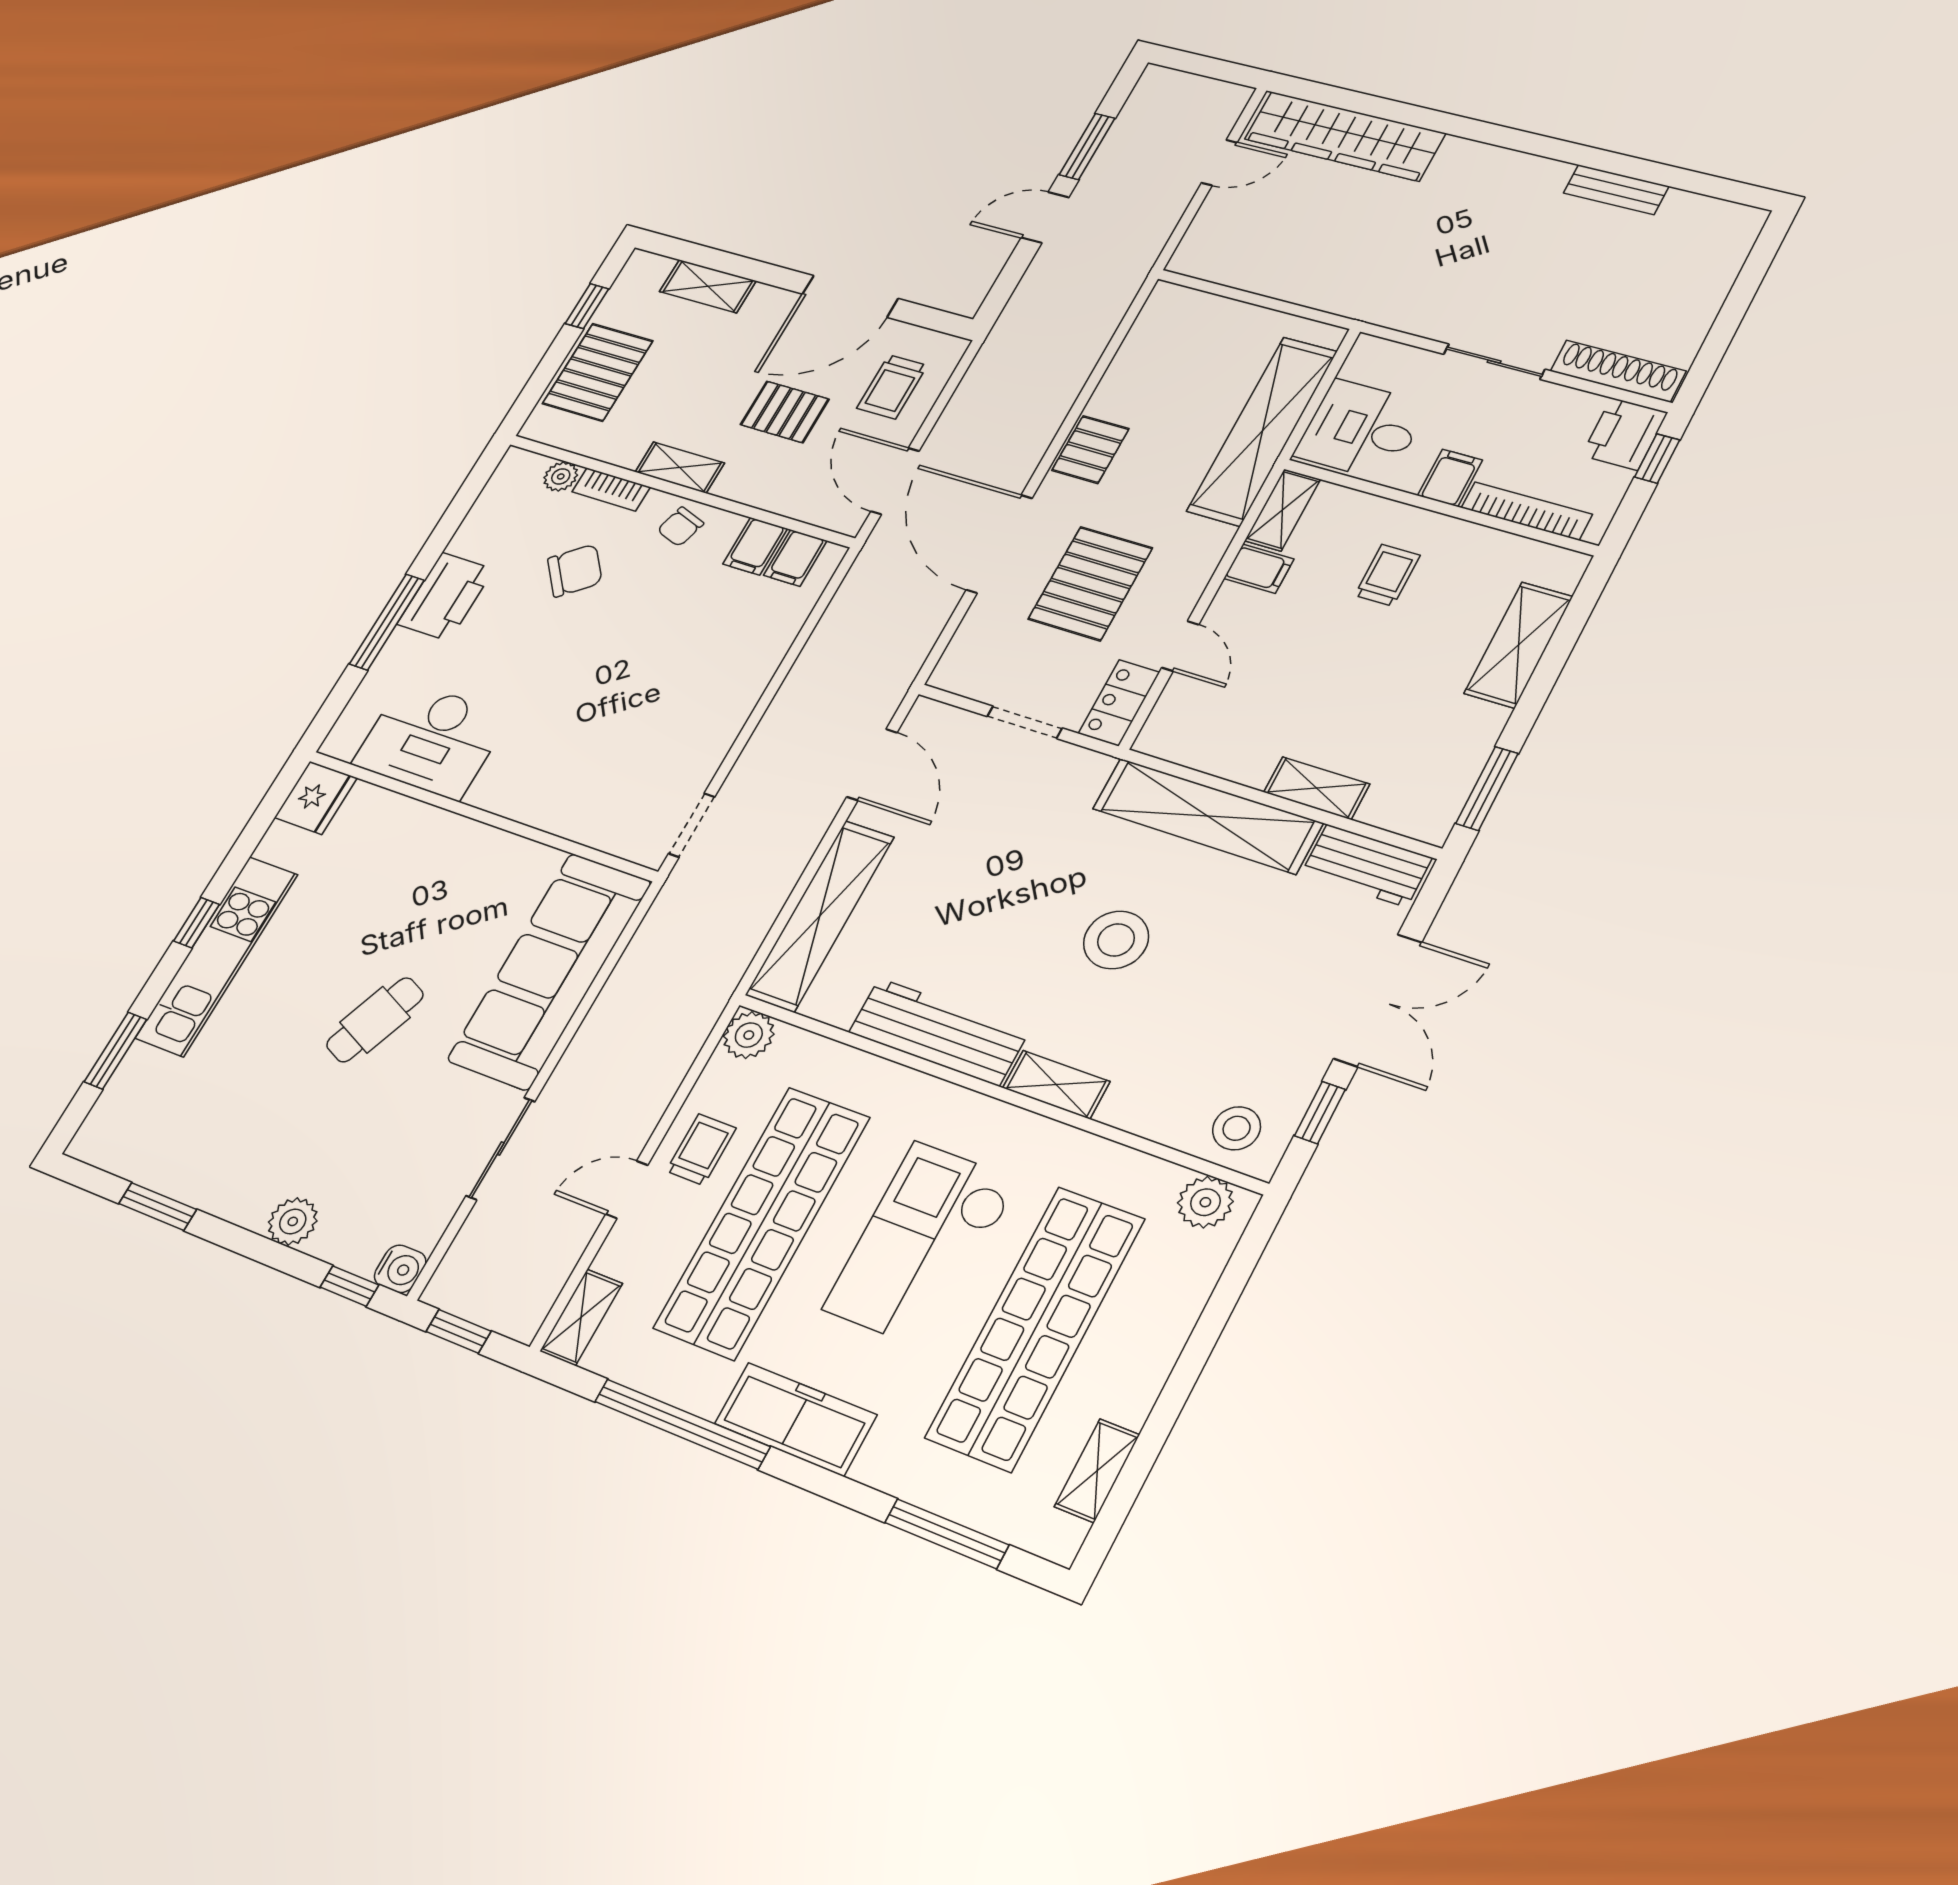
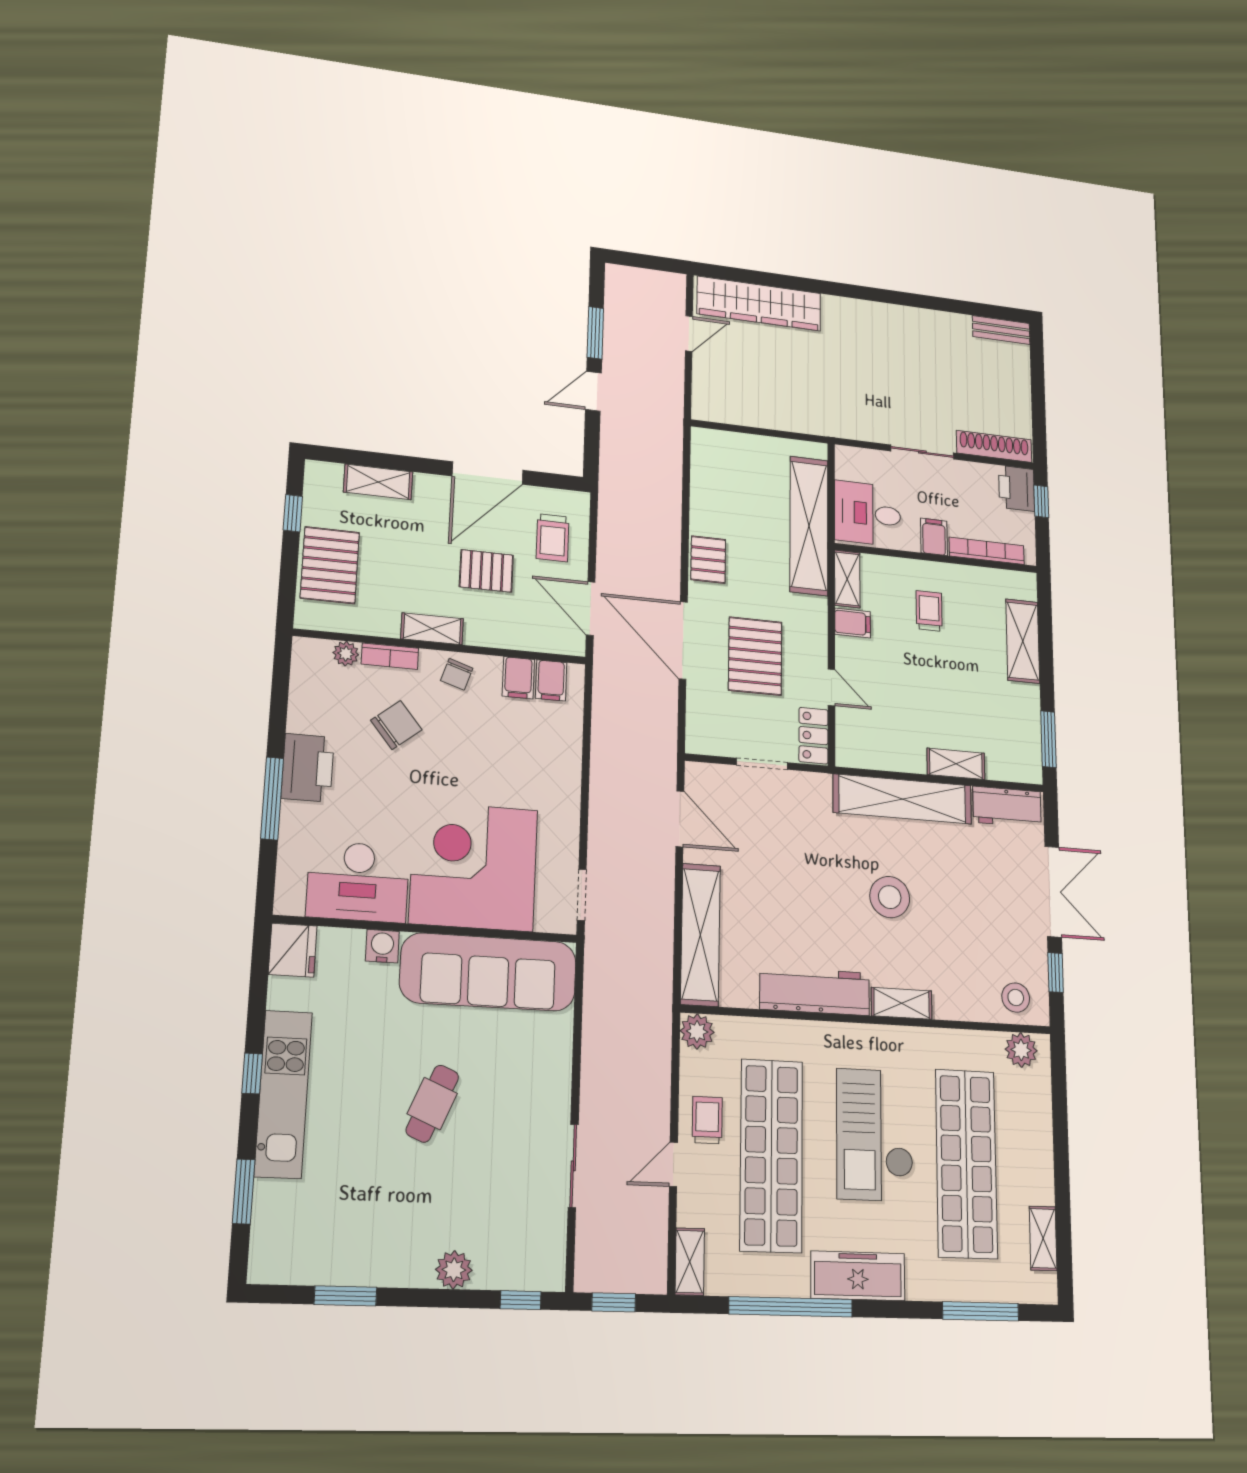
bench: (1616, 190) -> (1001, 330), moved
corner desk: (577, 757) -> (474, 866), added
sofa: (550, 971) -> (488, 972), moved, turned -90
water cooler: (400, 1269) -> (382, 946), moved, turned -90

